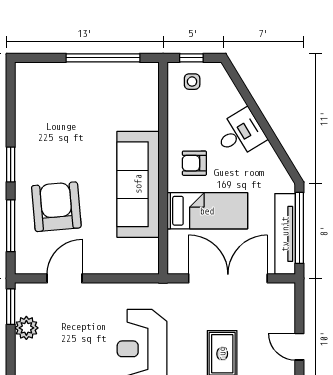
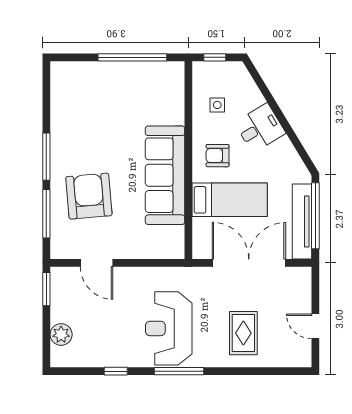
side table: (192, 82) -> (217, 105), moved
window: (11, 164) -> (46, 157), width x1.44
door: (64, 278) -> (97, 263), swing flipped
plant: (26, 328) -> (61, 334), moved

